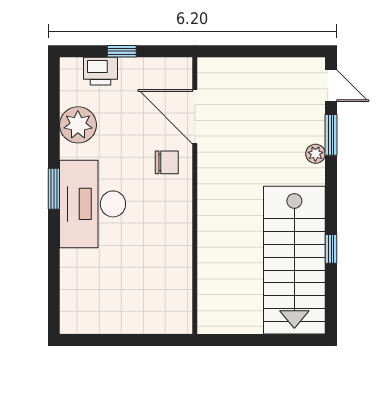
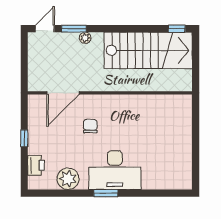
window: (122, 51) -> (24, 138), moved
door: (195, 117) -> (63, 93), moved
wall: (195, 196) -> (110, 93), moved
window: (331, 249) -> (177, 29), moved

